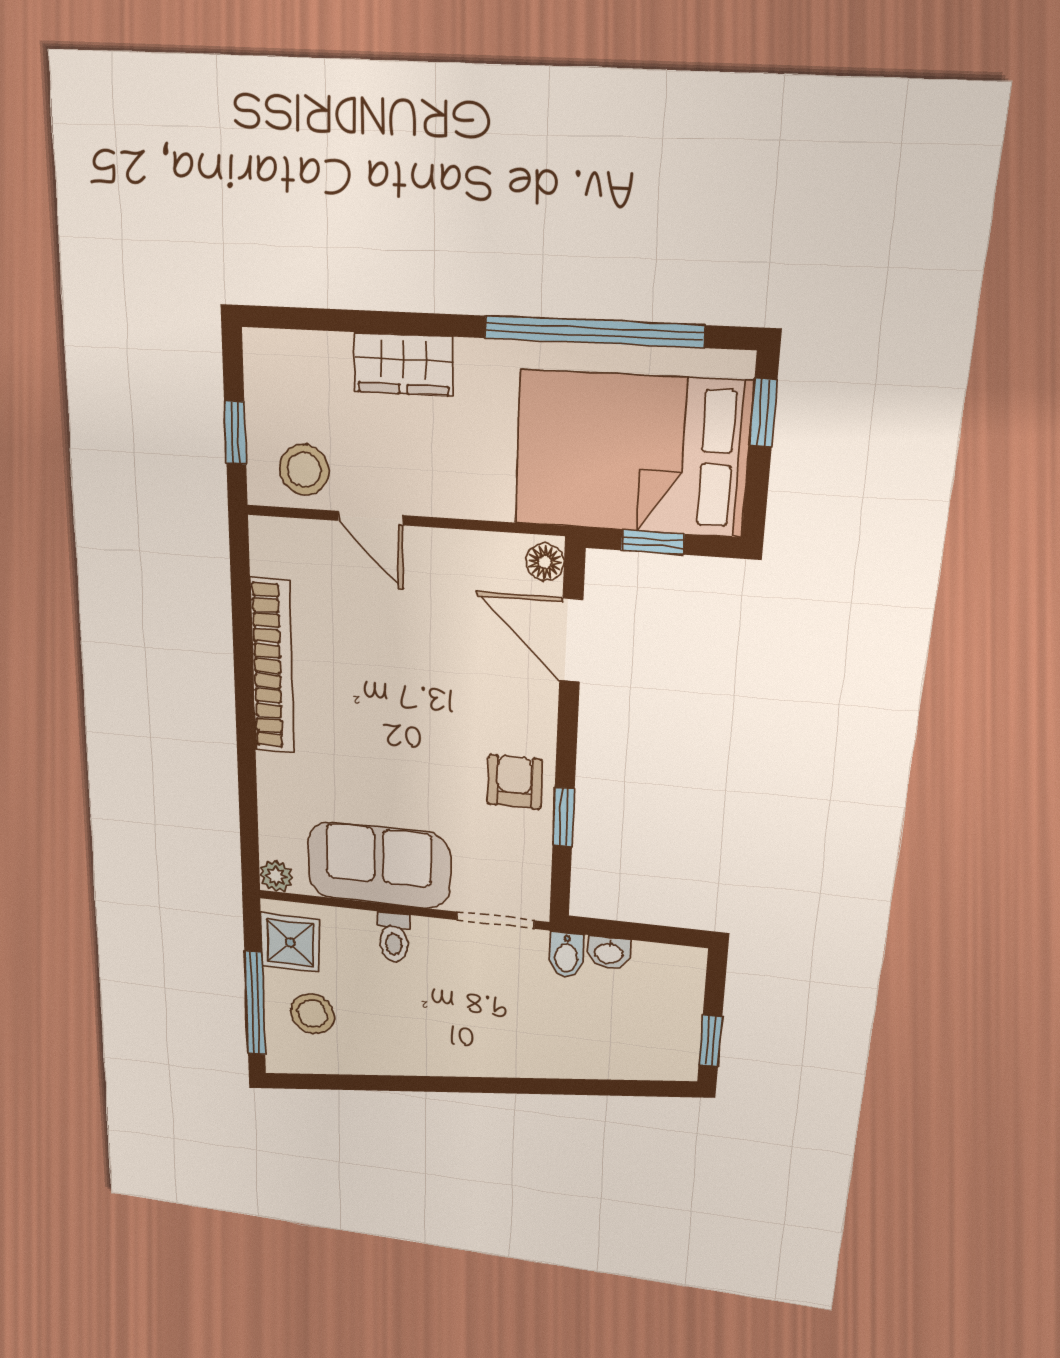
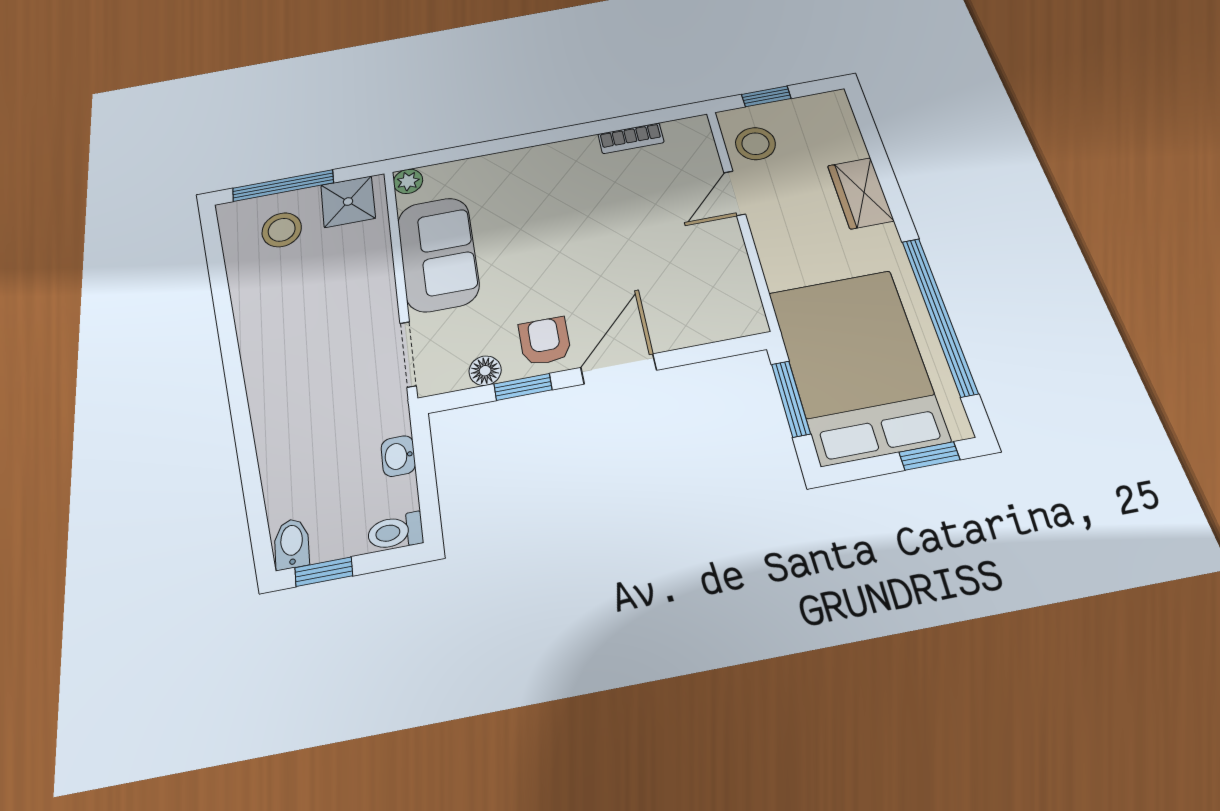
window: (653, 542) -> (791, 399), width x1.50
floor lamp: (545, 562) -> (485, 371), moved
door: (571, 640) -> (619, 369), moved
bookcase: (272, 666) -> (631, 138), width x0.43, depth x0.76
armchair: (515, 782) -> (545, 341), turned -90
toilet: (394, 938) -> (395, 532), moved
bidet: (566, 955) -> (292, 544), moved, turned 90

